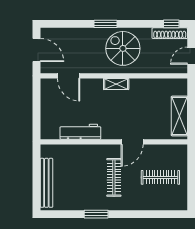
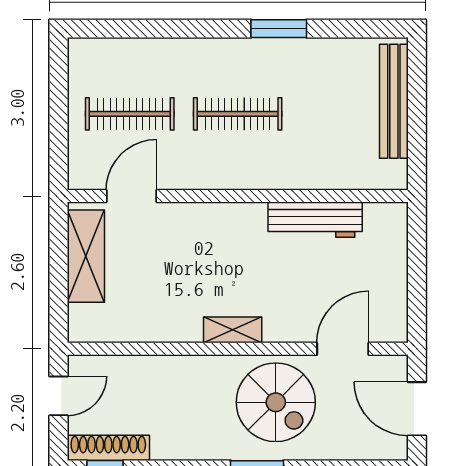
spiral stairs: (123, 48) -> (276, 402), moved
door: (69, 76) -> (343, 349), hinge flipped
door: (132, 142) -> (132, 196), moved
clothes rail: (114, 177) -> (238, 114), turned 90

